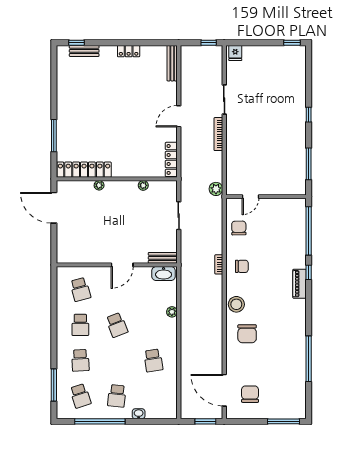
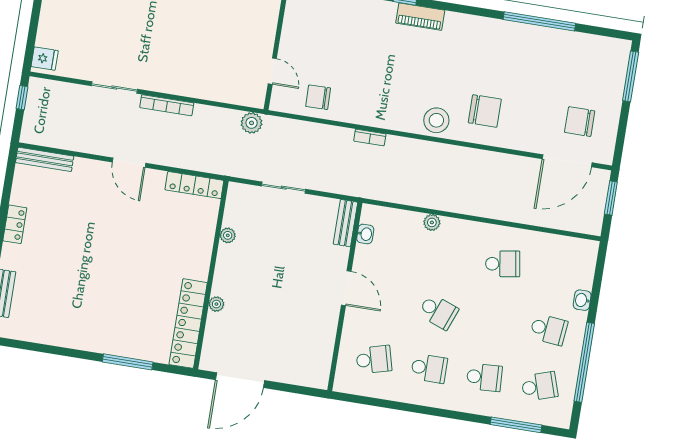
chair: (242, 266) -> (379, 102), removed
washbasin: (164, 274) -> (365, 234), width x0.52, depth x0.69
school desk: (117, 325) -> (438, 312), turned 42

